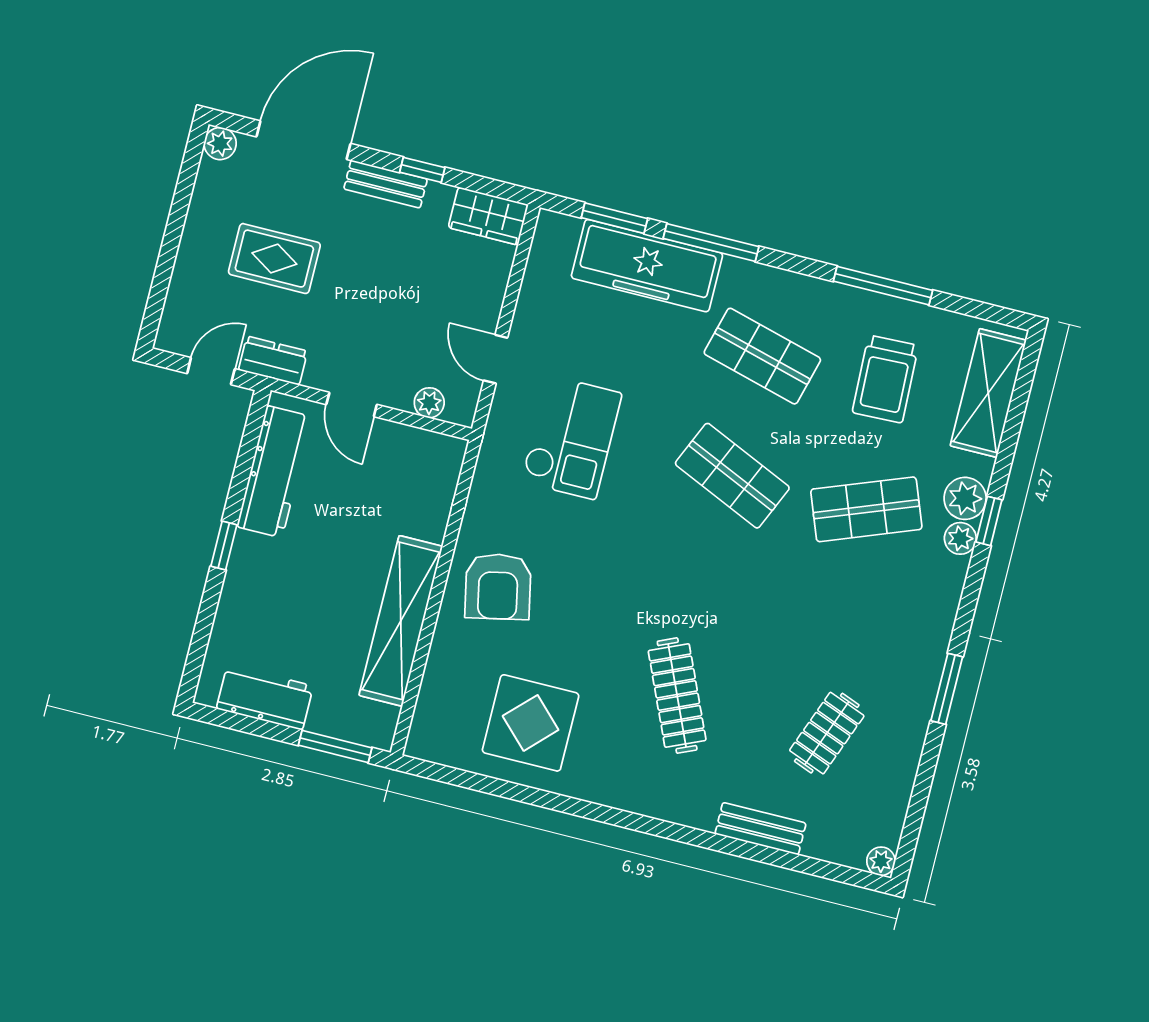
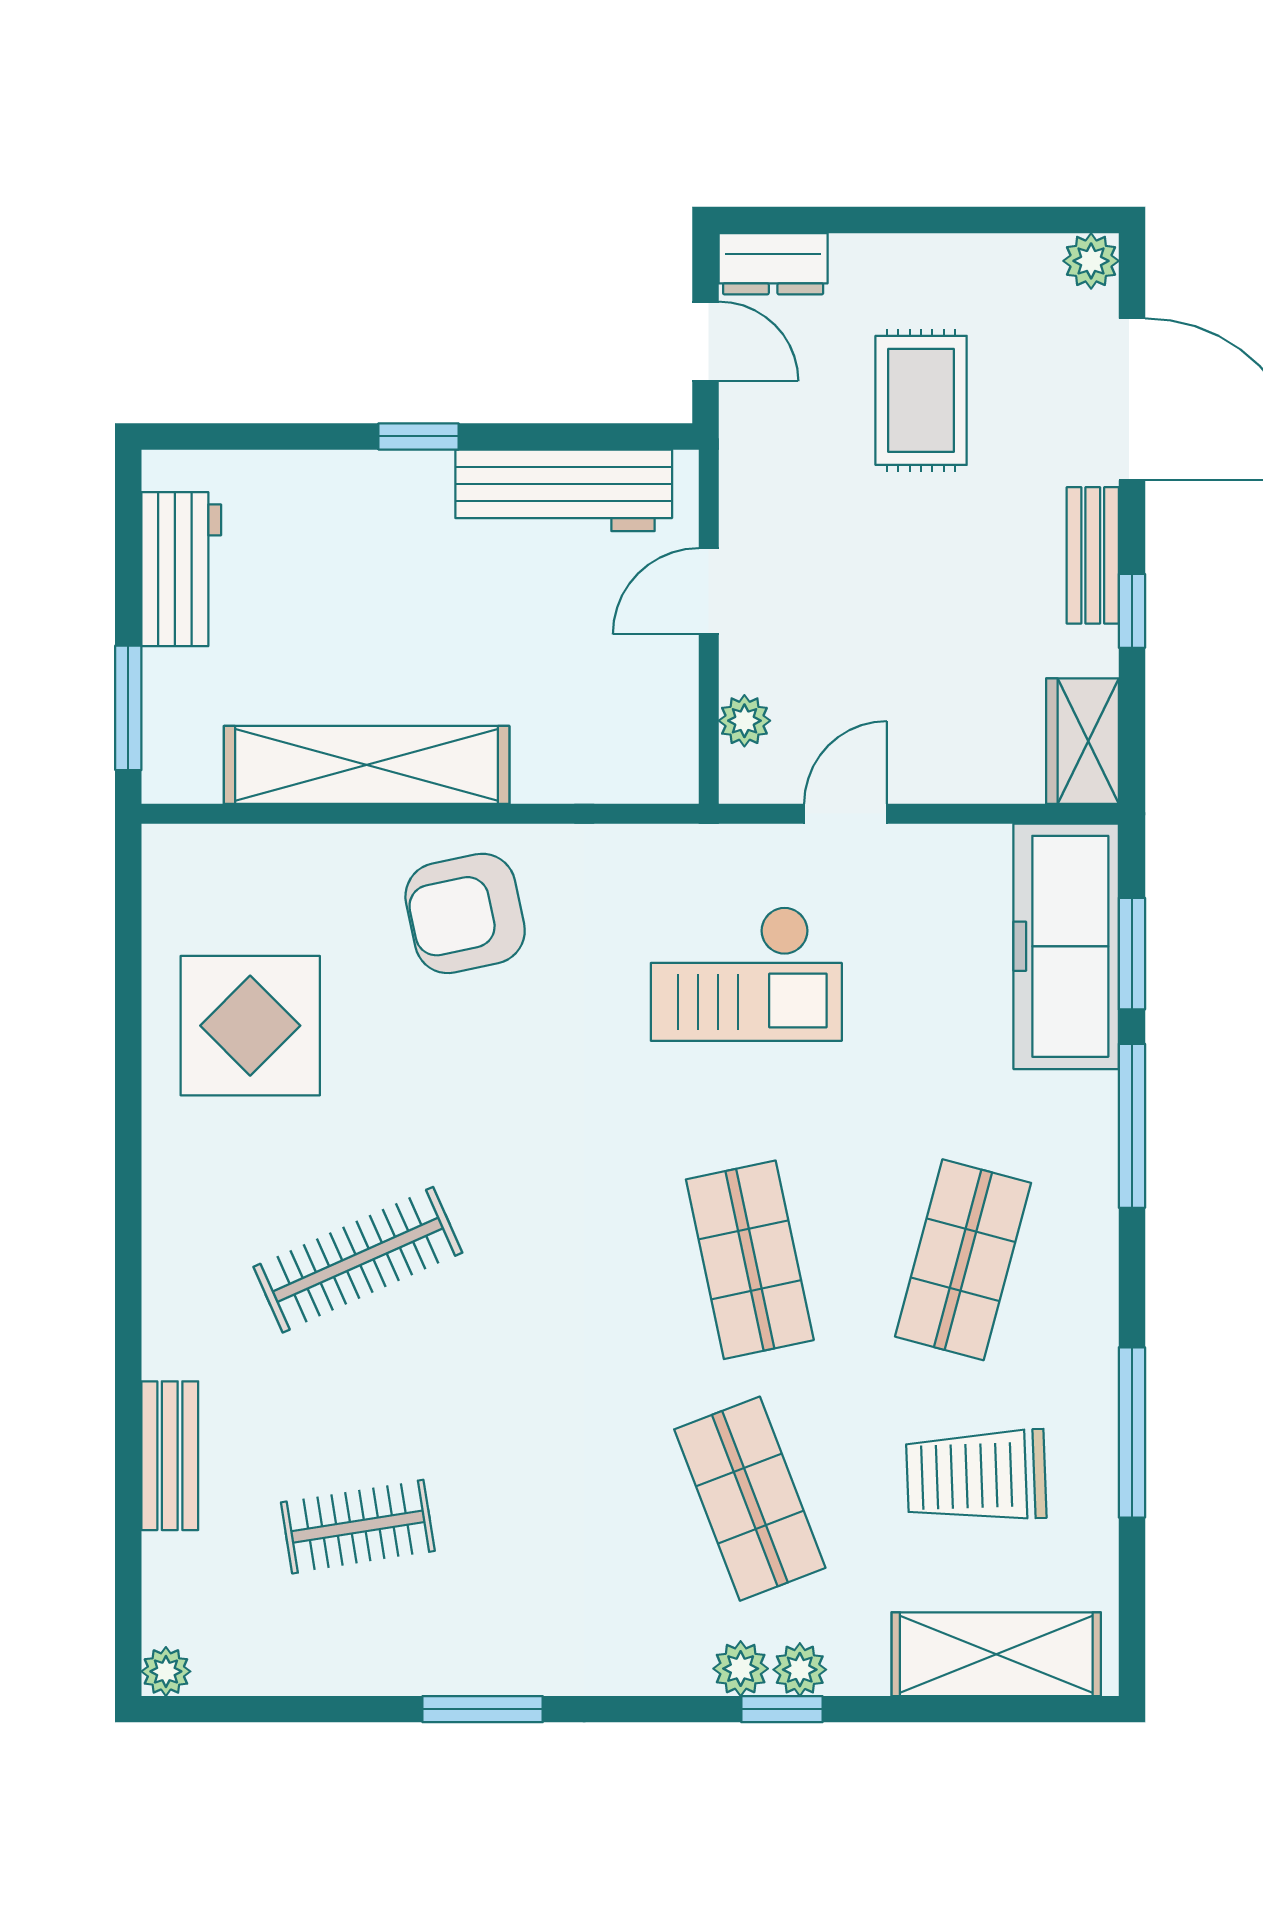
freezer: (647, 266) -> (1066, 946), moved
dresser: (273, 361) -> (773, 264), moved, turned 90
shop shelf: (732, 476) -> (750, 1260), turned -36
plant: (965, 498) -> (800, 1670), width x0.73, depth x0.73
clothes rail: (827, 733) -> (358, 1527), turned -30

